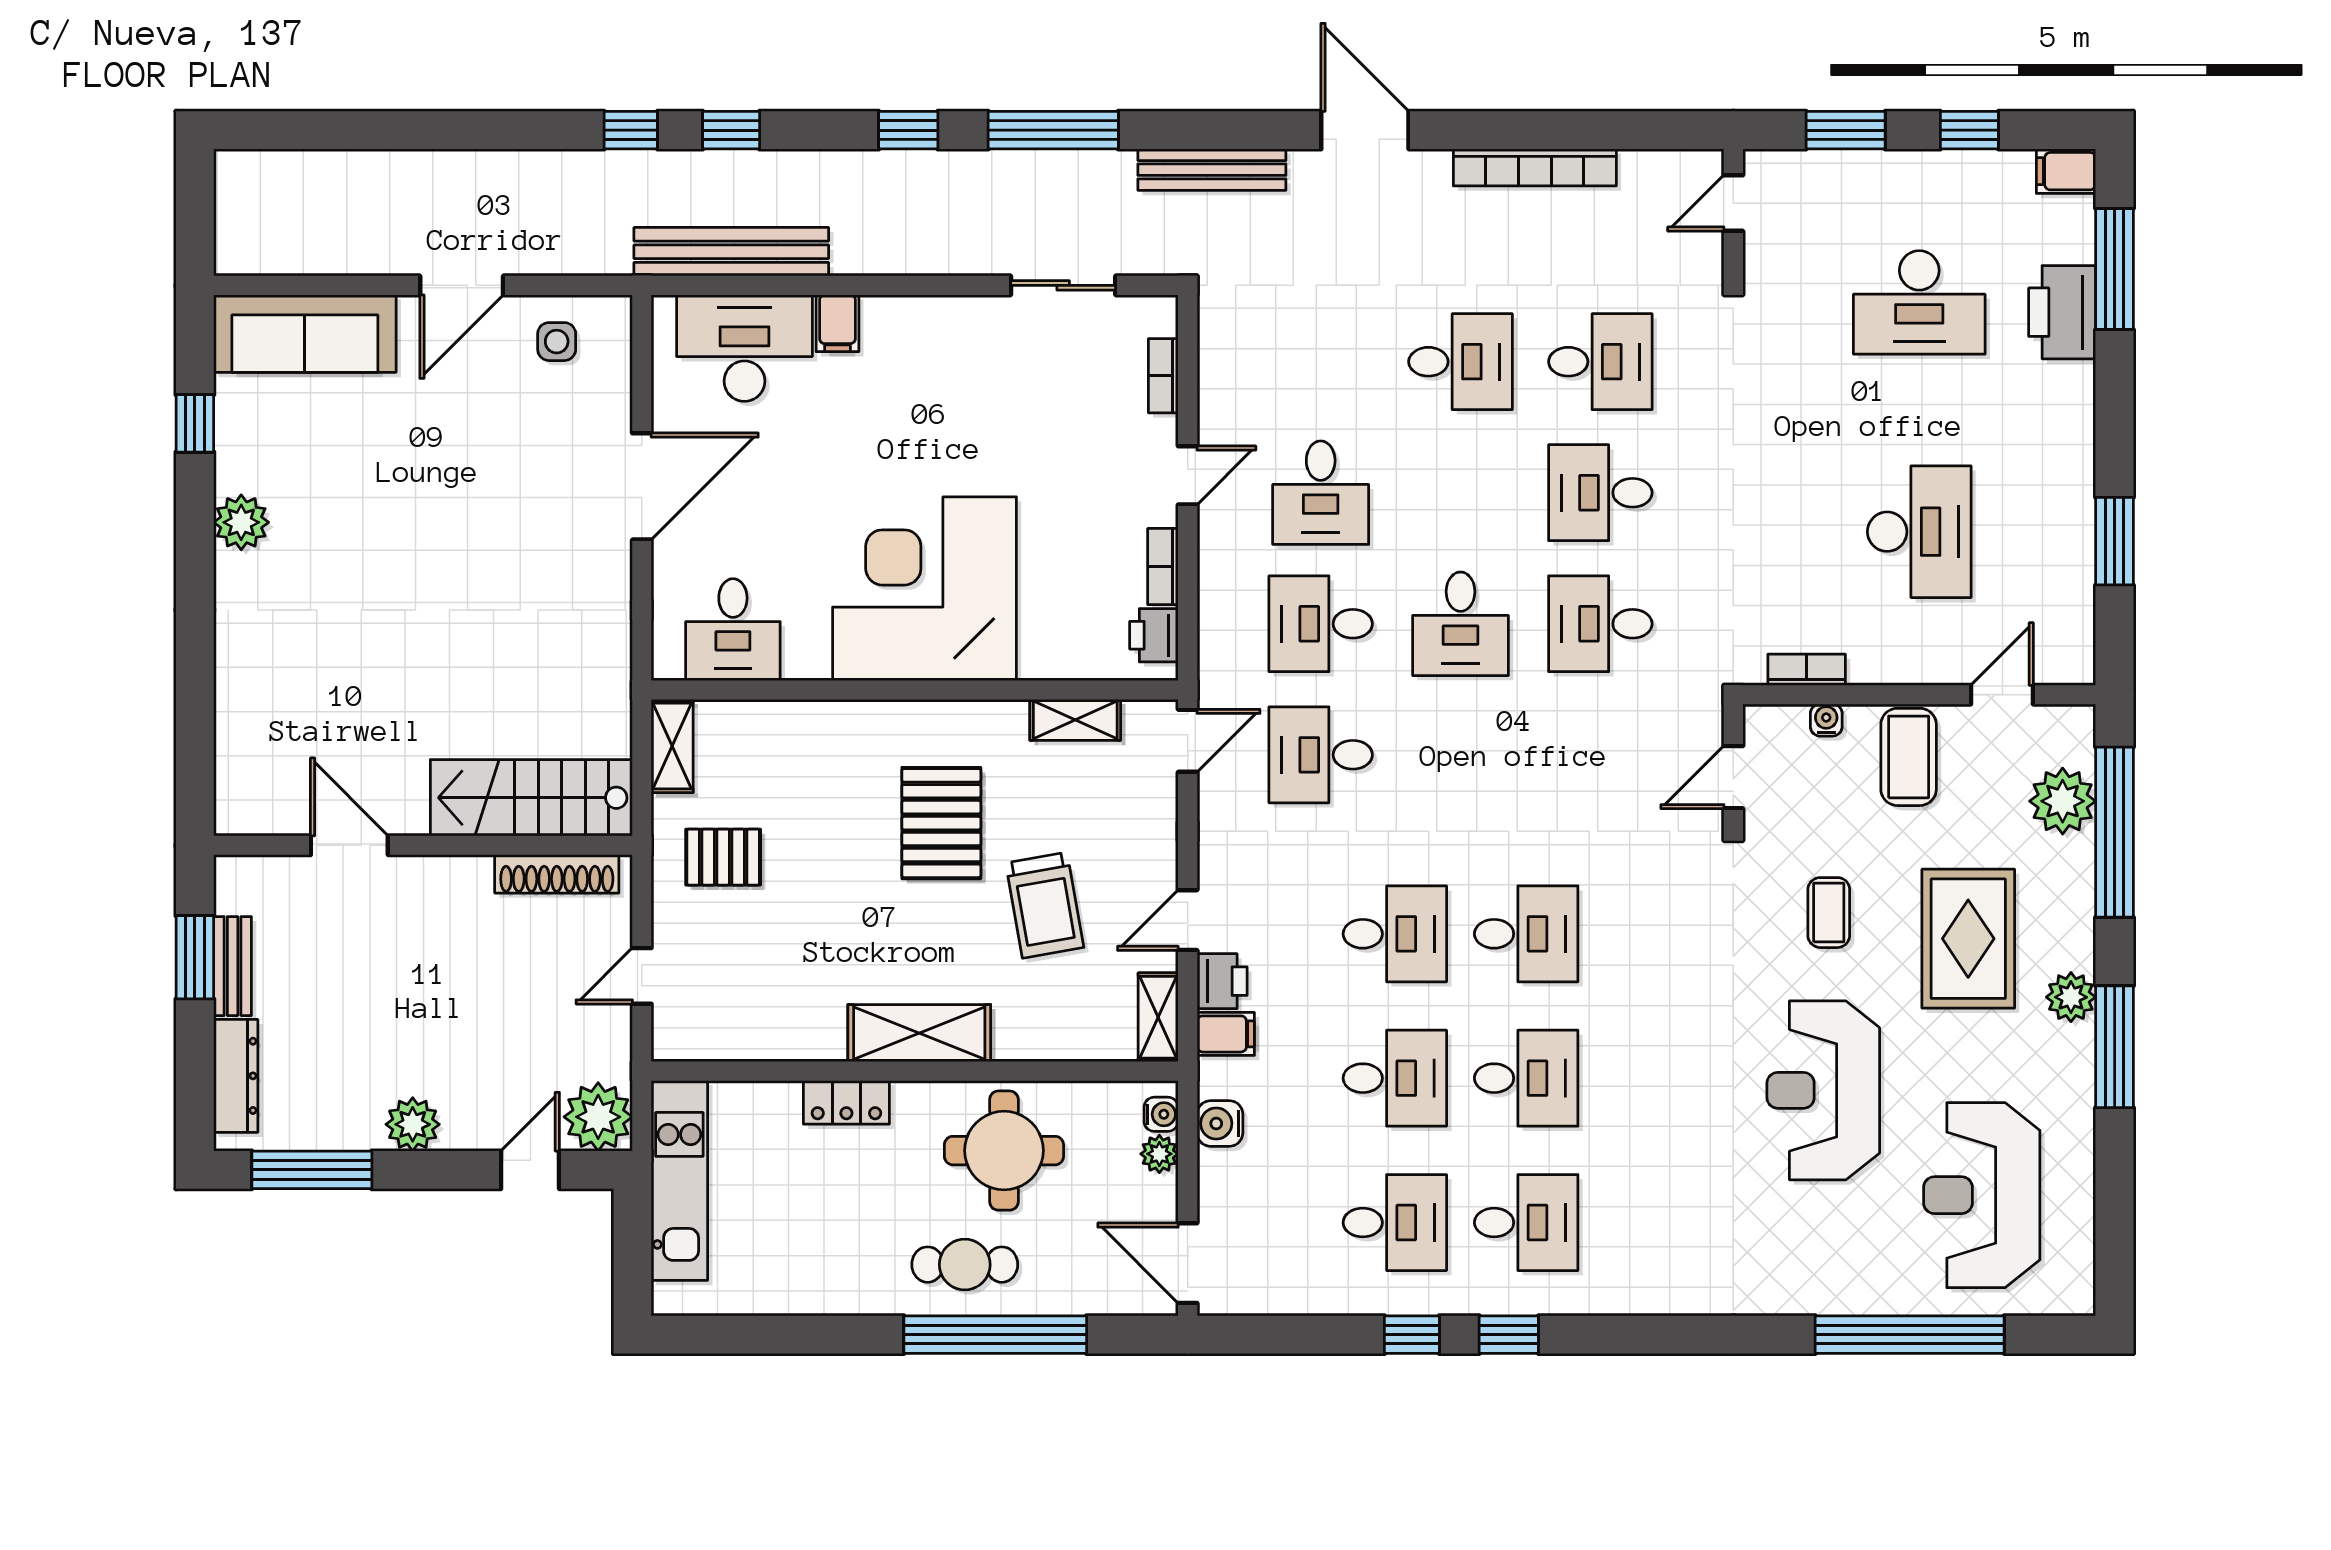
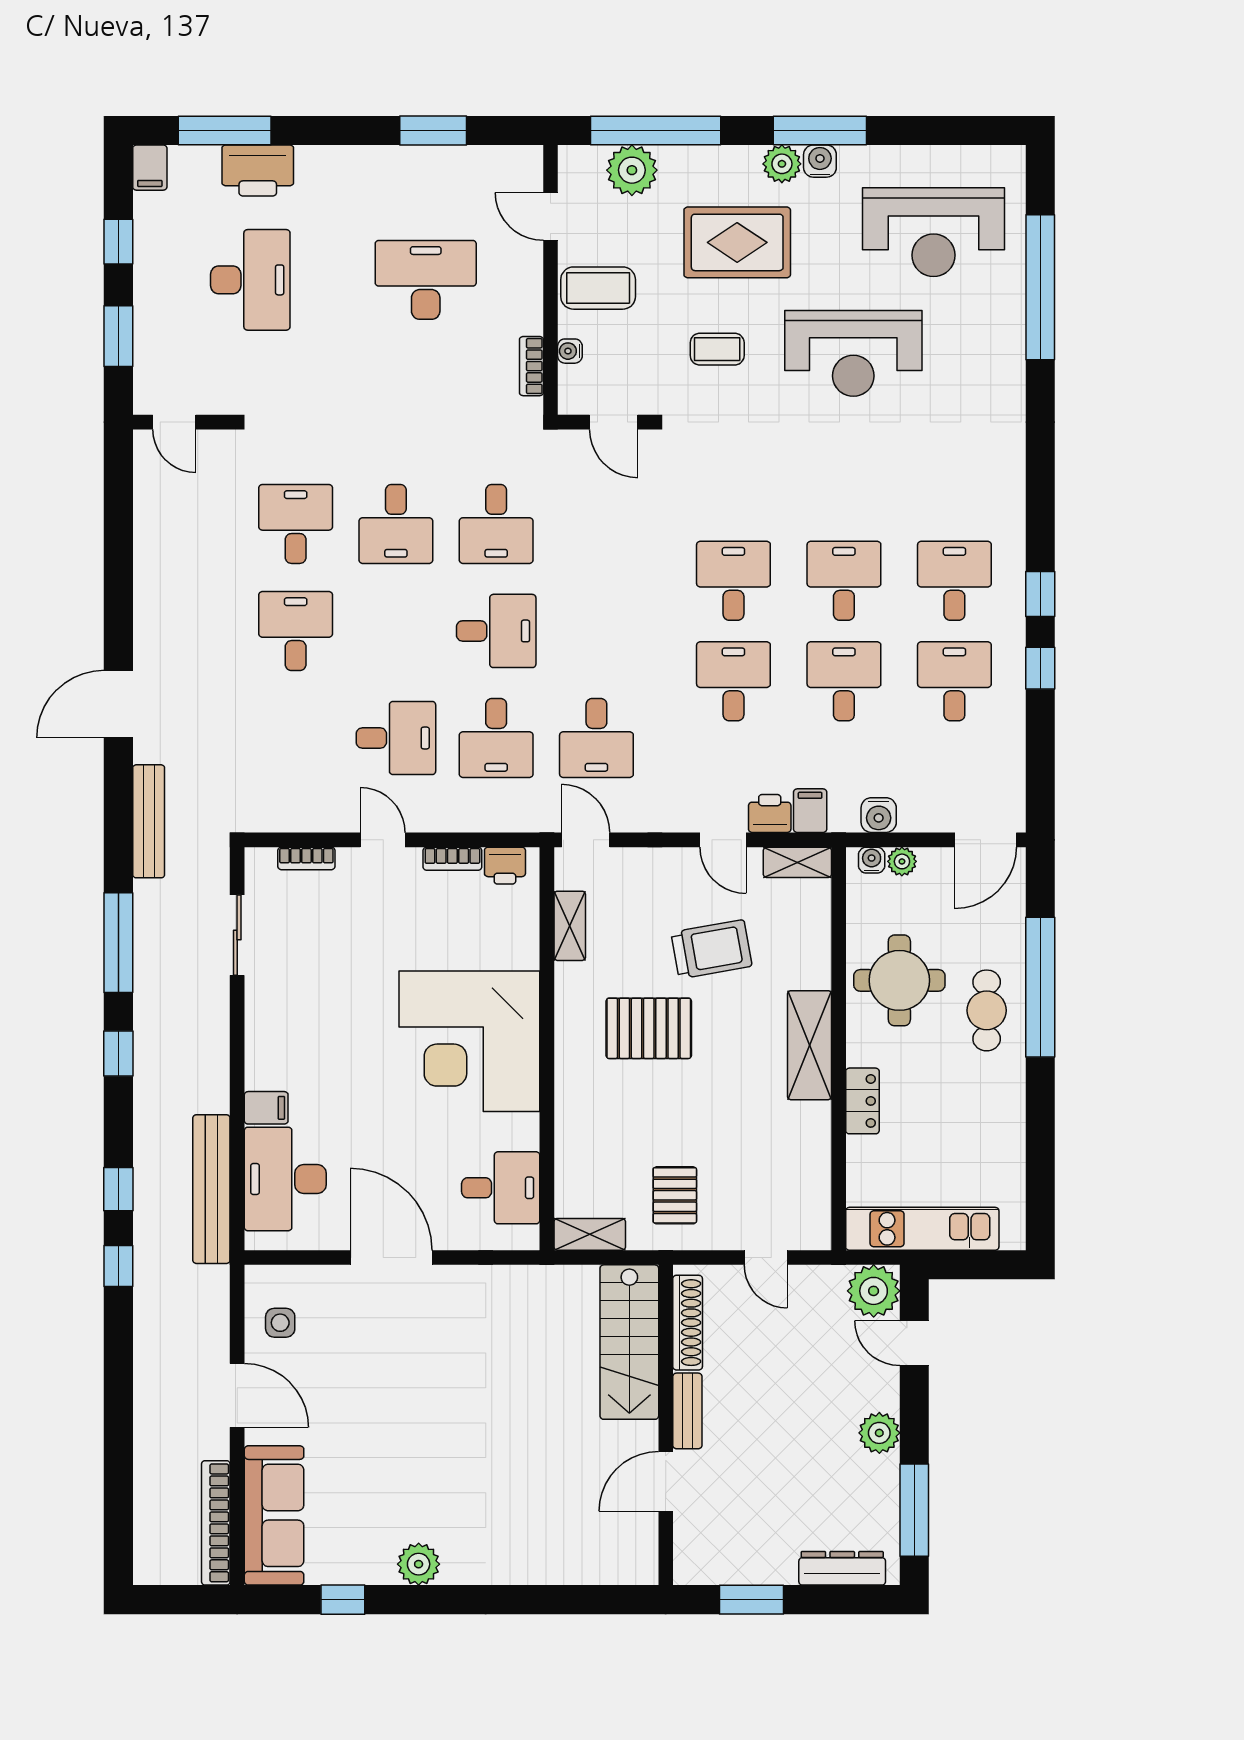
bookcase: (1535, 167) -> (216, 1523), moved, turned 180
bench: (233, 966) -> (687, 1411), moved, turned 90
water cooler: (2074, 1047) -> (820, 161), added

